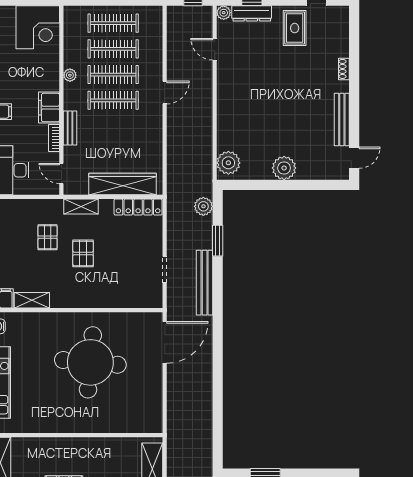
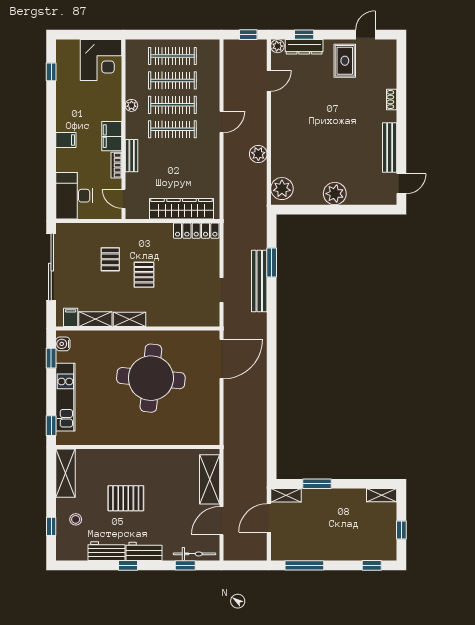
door: (215, 49) -> (269, 81), swing flipped
plant: (203, 206) -> (258, 154), moved
shelving: (81, 207) -> (129, 319), moved
bench: (205, 283) -> (259, 281), moved

